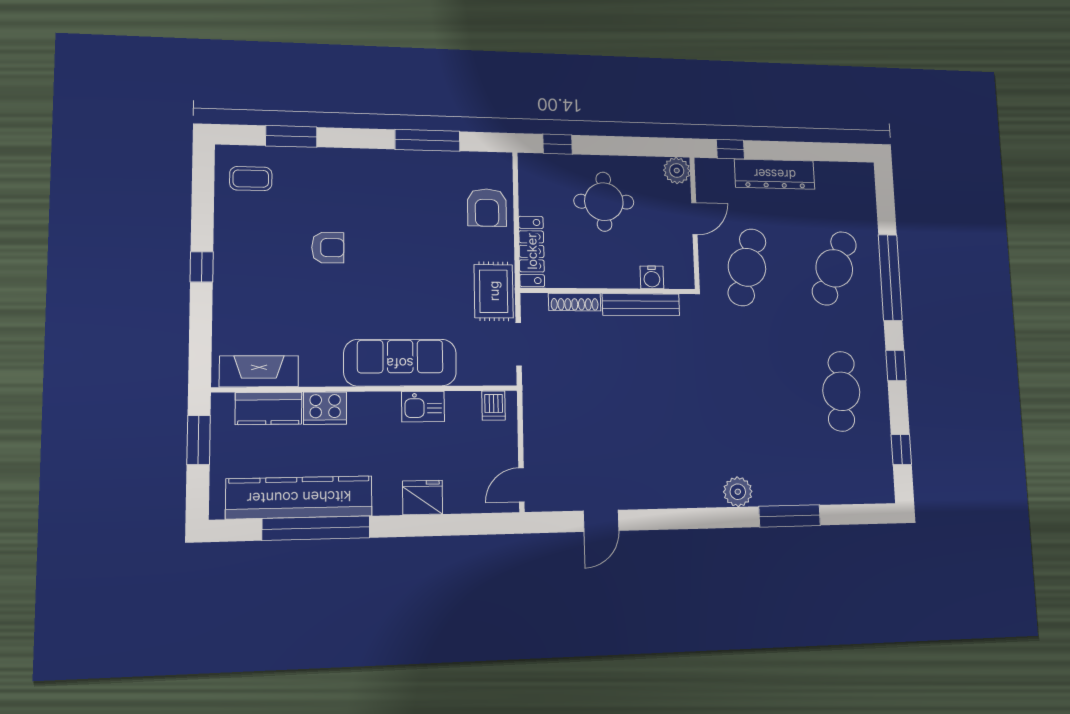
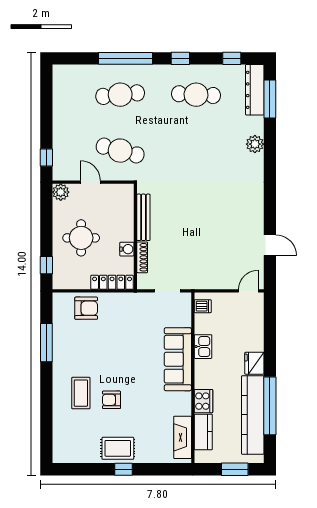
window: (291, 136) -> (46, 421), removed
dresser: (775, 174) -> (255, 90), moved, turned 180
coffee table: (251, 179) -> (81, 393), moved, width x1.36, depth x1.30
armchair: (328, 248) -> (111, 400), turned -90
cafe table: (834, 268) -> (120, 95), turned -30
water cooler: (652, 277) -> (127, 249), moved
rug: (494, 291) -> (118, 448), moved
window: (199, 440) -> (235, 469), moved
door: (521, 485) -> (248, 291), swing flipped
plant: (738, 492) -> (255, 144), moved
fridge: (423, 497) -> (254, 363), moved
window: (790, 516) -> (270, 99), moved

